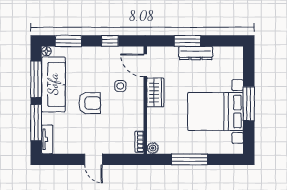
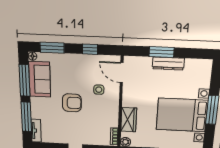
sofa: (53, 84) -> (40, 79), width x0.73
wardrobe: (155, 92) -> (129, 120), moved

